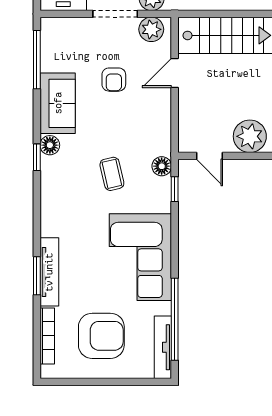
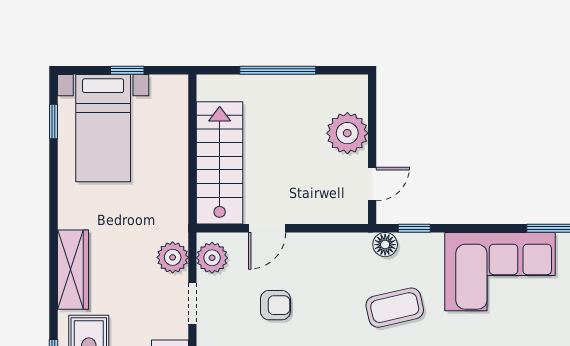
doorway: (115, 14) -> (192, 303), width x0.73
door: (175, 73) -> (267, 228), hinge flipped
coffee table: (112, 174) -> (395, 308), width x1.36, depth x1.30

